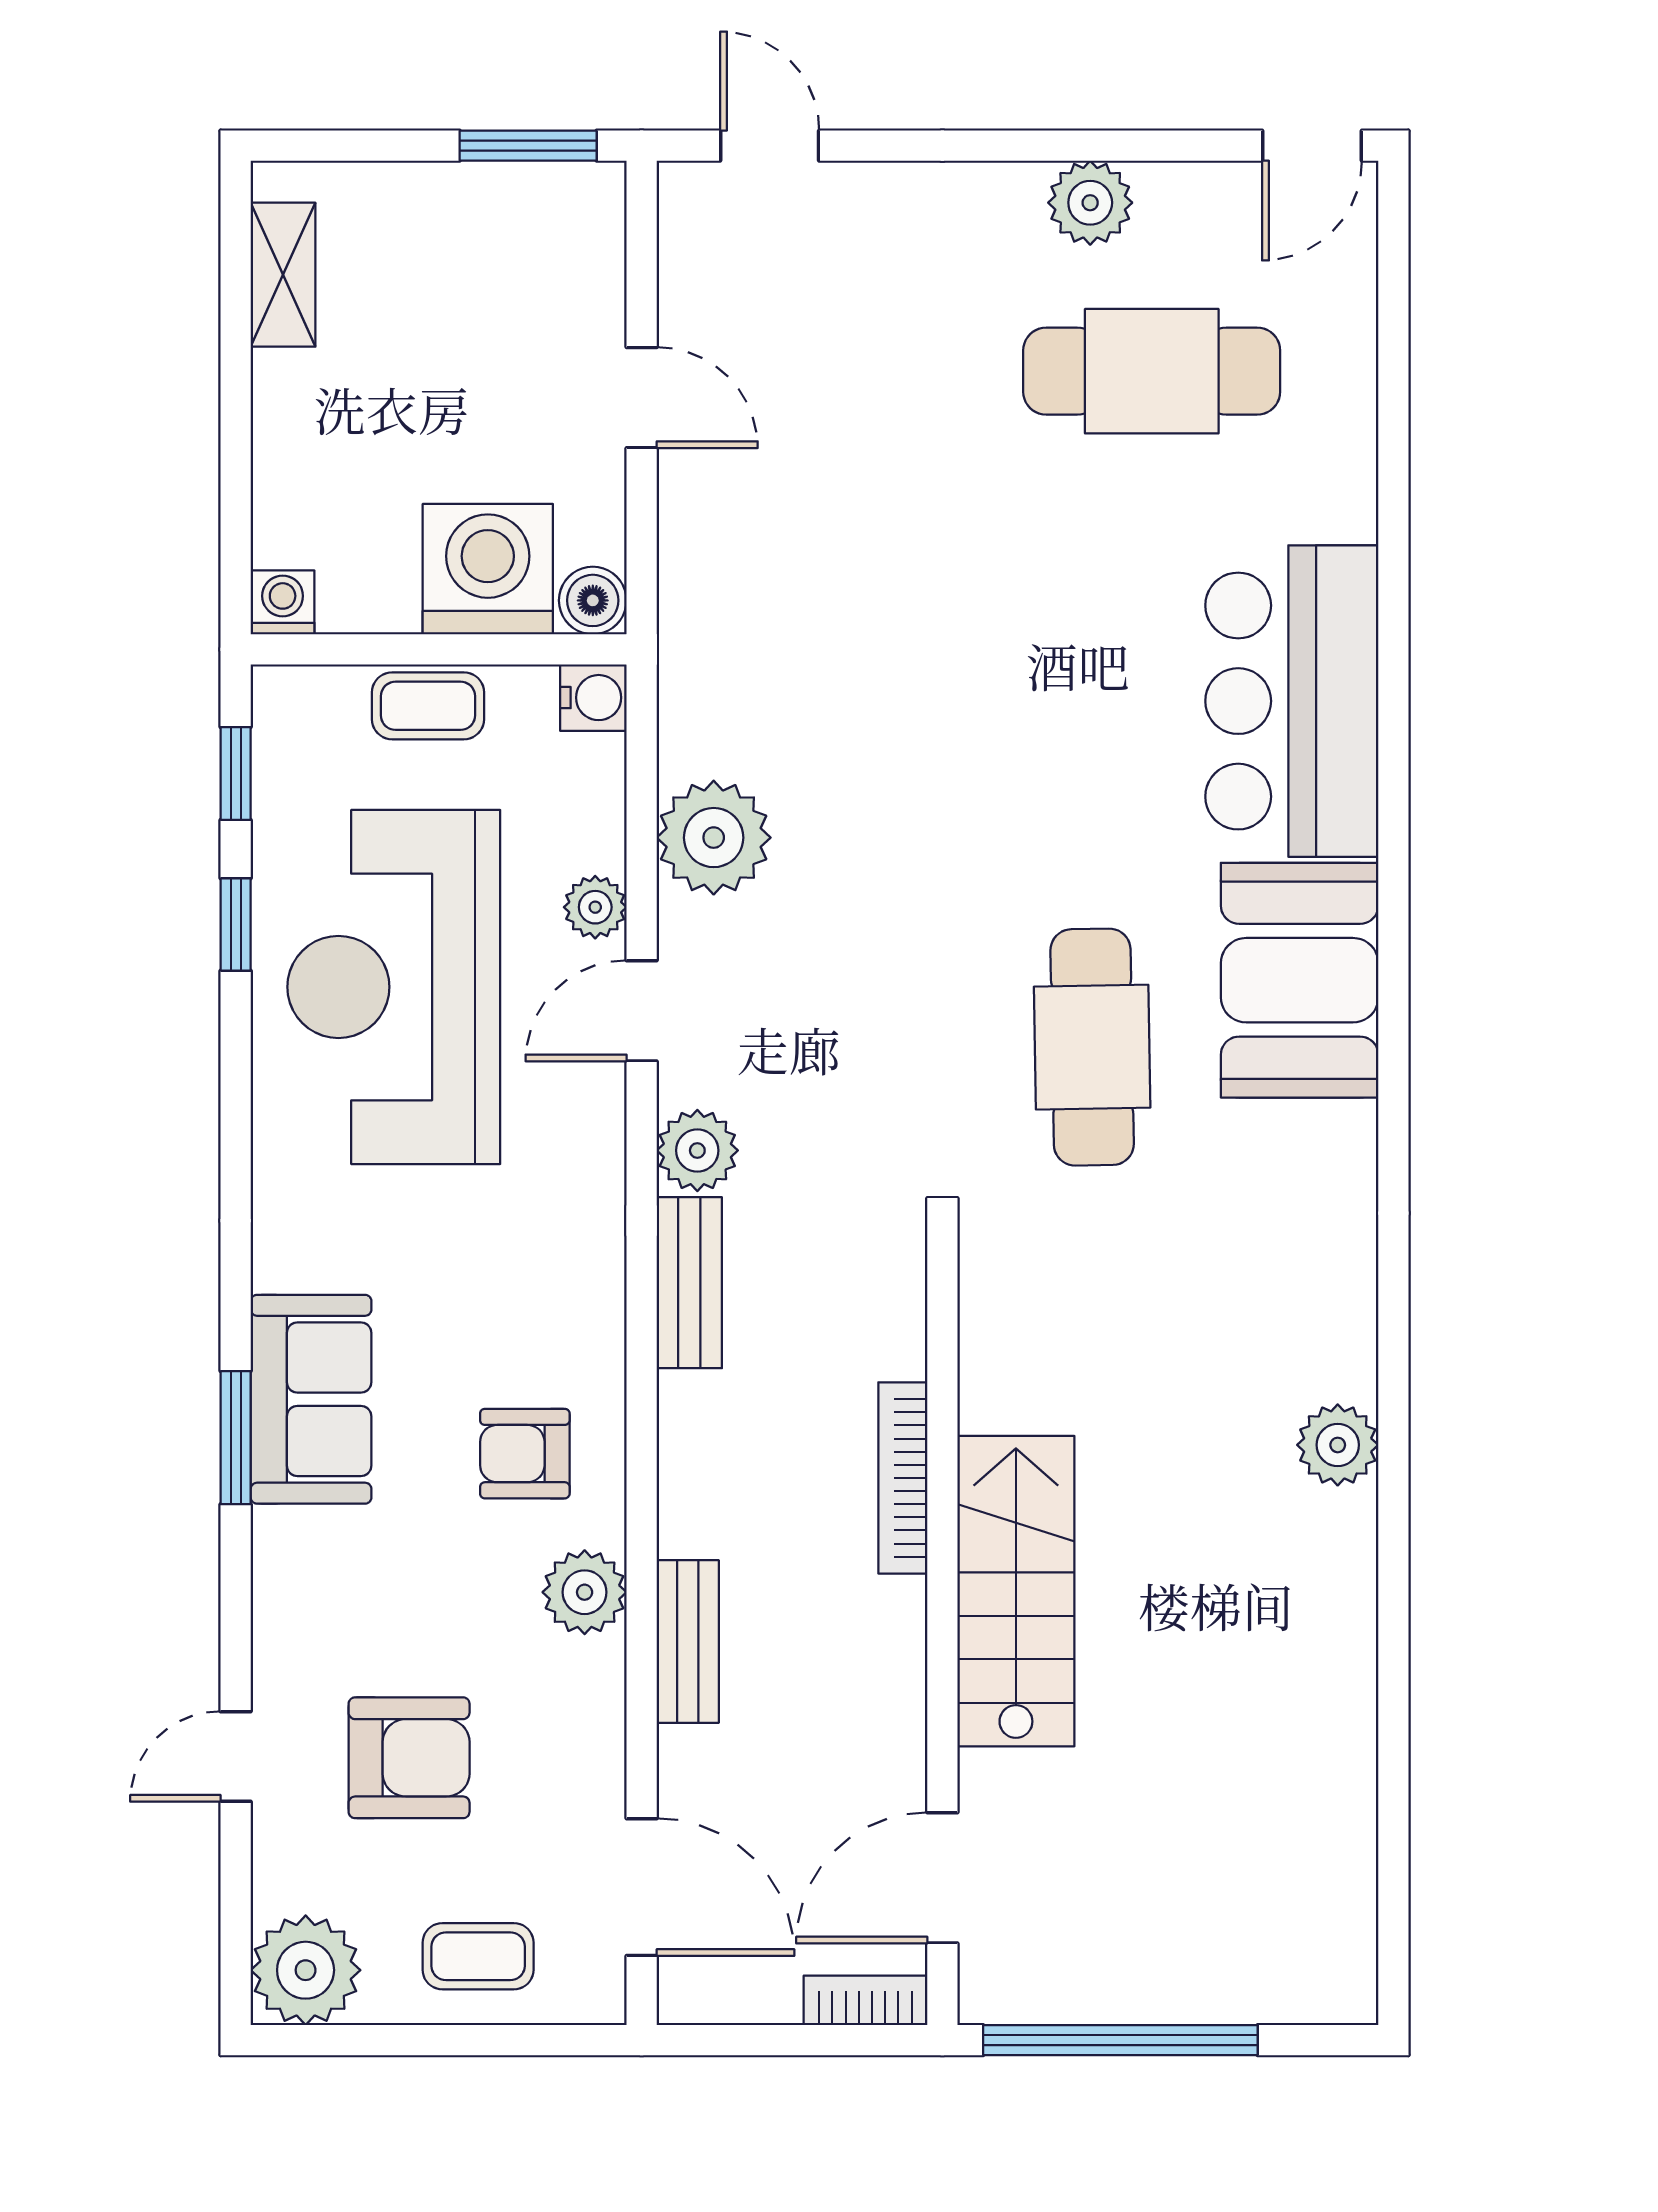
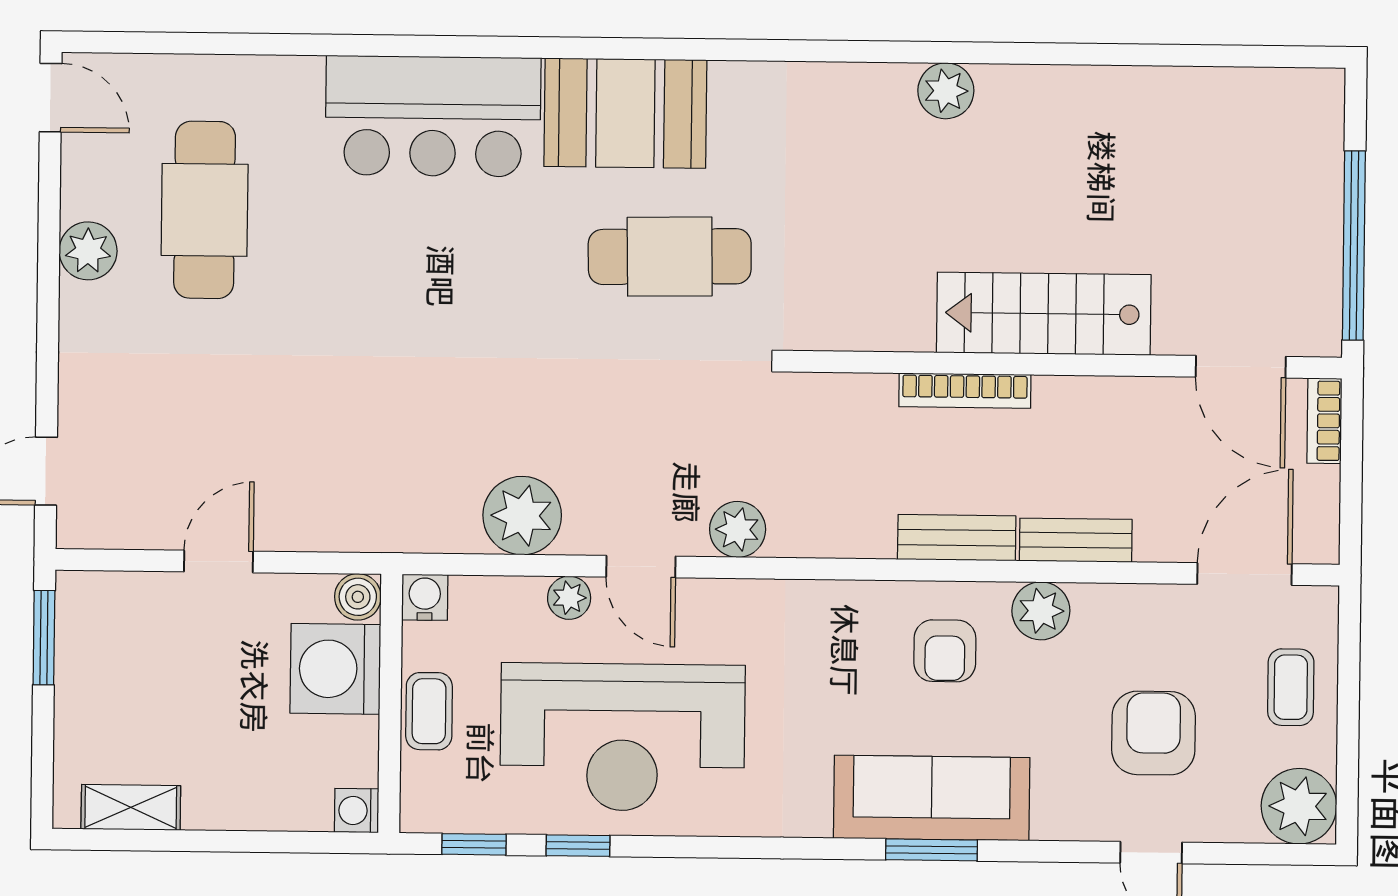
bench: (689, 1283) -> (957, 538), moved
sofa: (311, 1399) -> (932, 798), width x1.36

